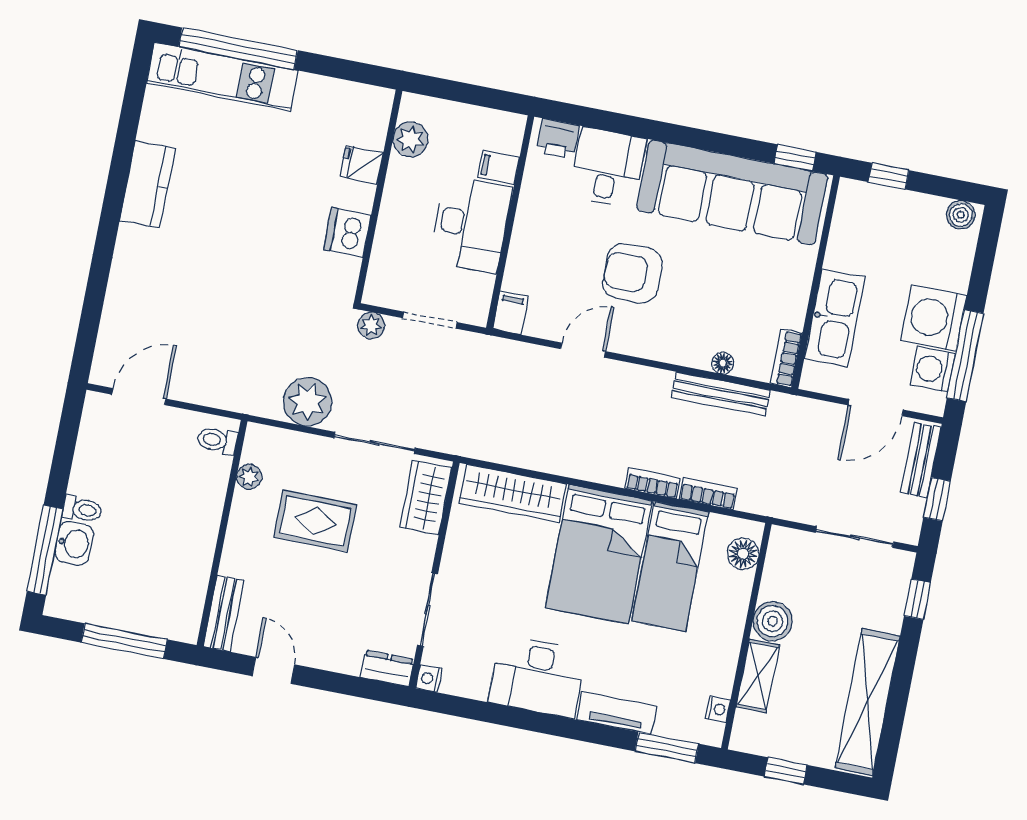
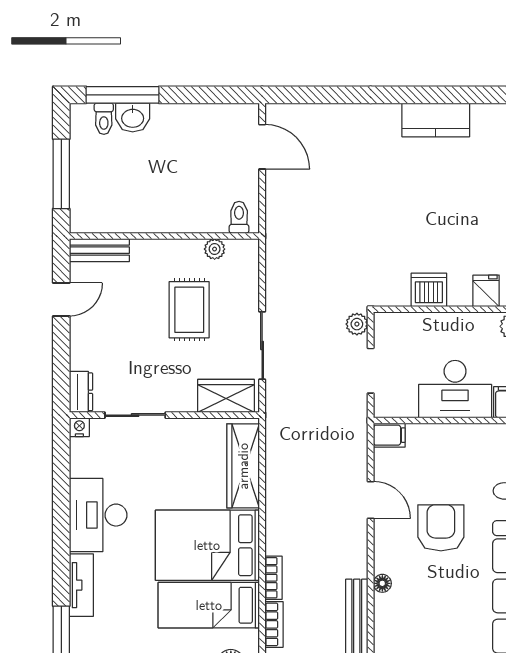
floor lamp: (723, 363) -> (382, 583), moved
plant: (307, 402) -> (285, 284), removed
toilet: (82, 509) -> (104, 119), moved

